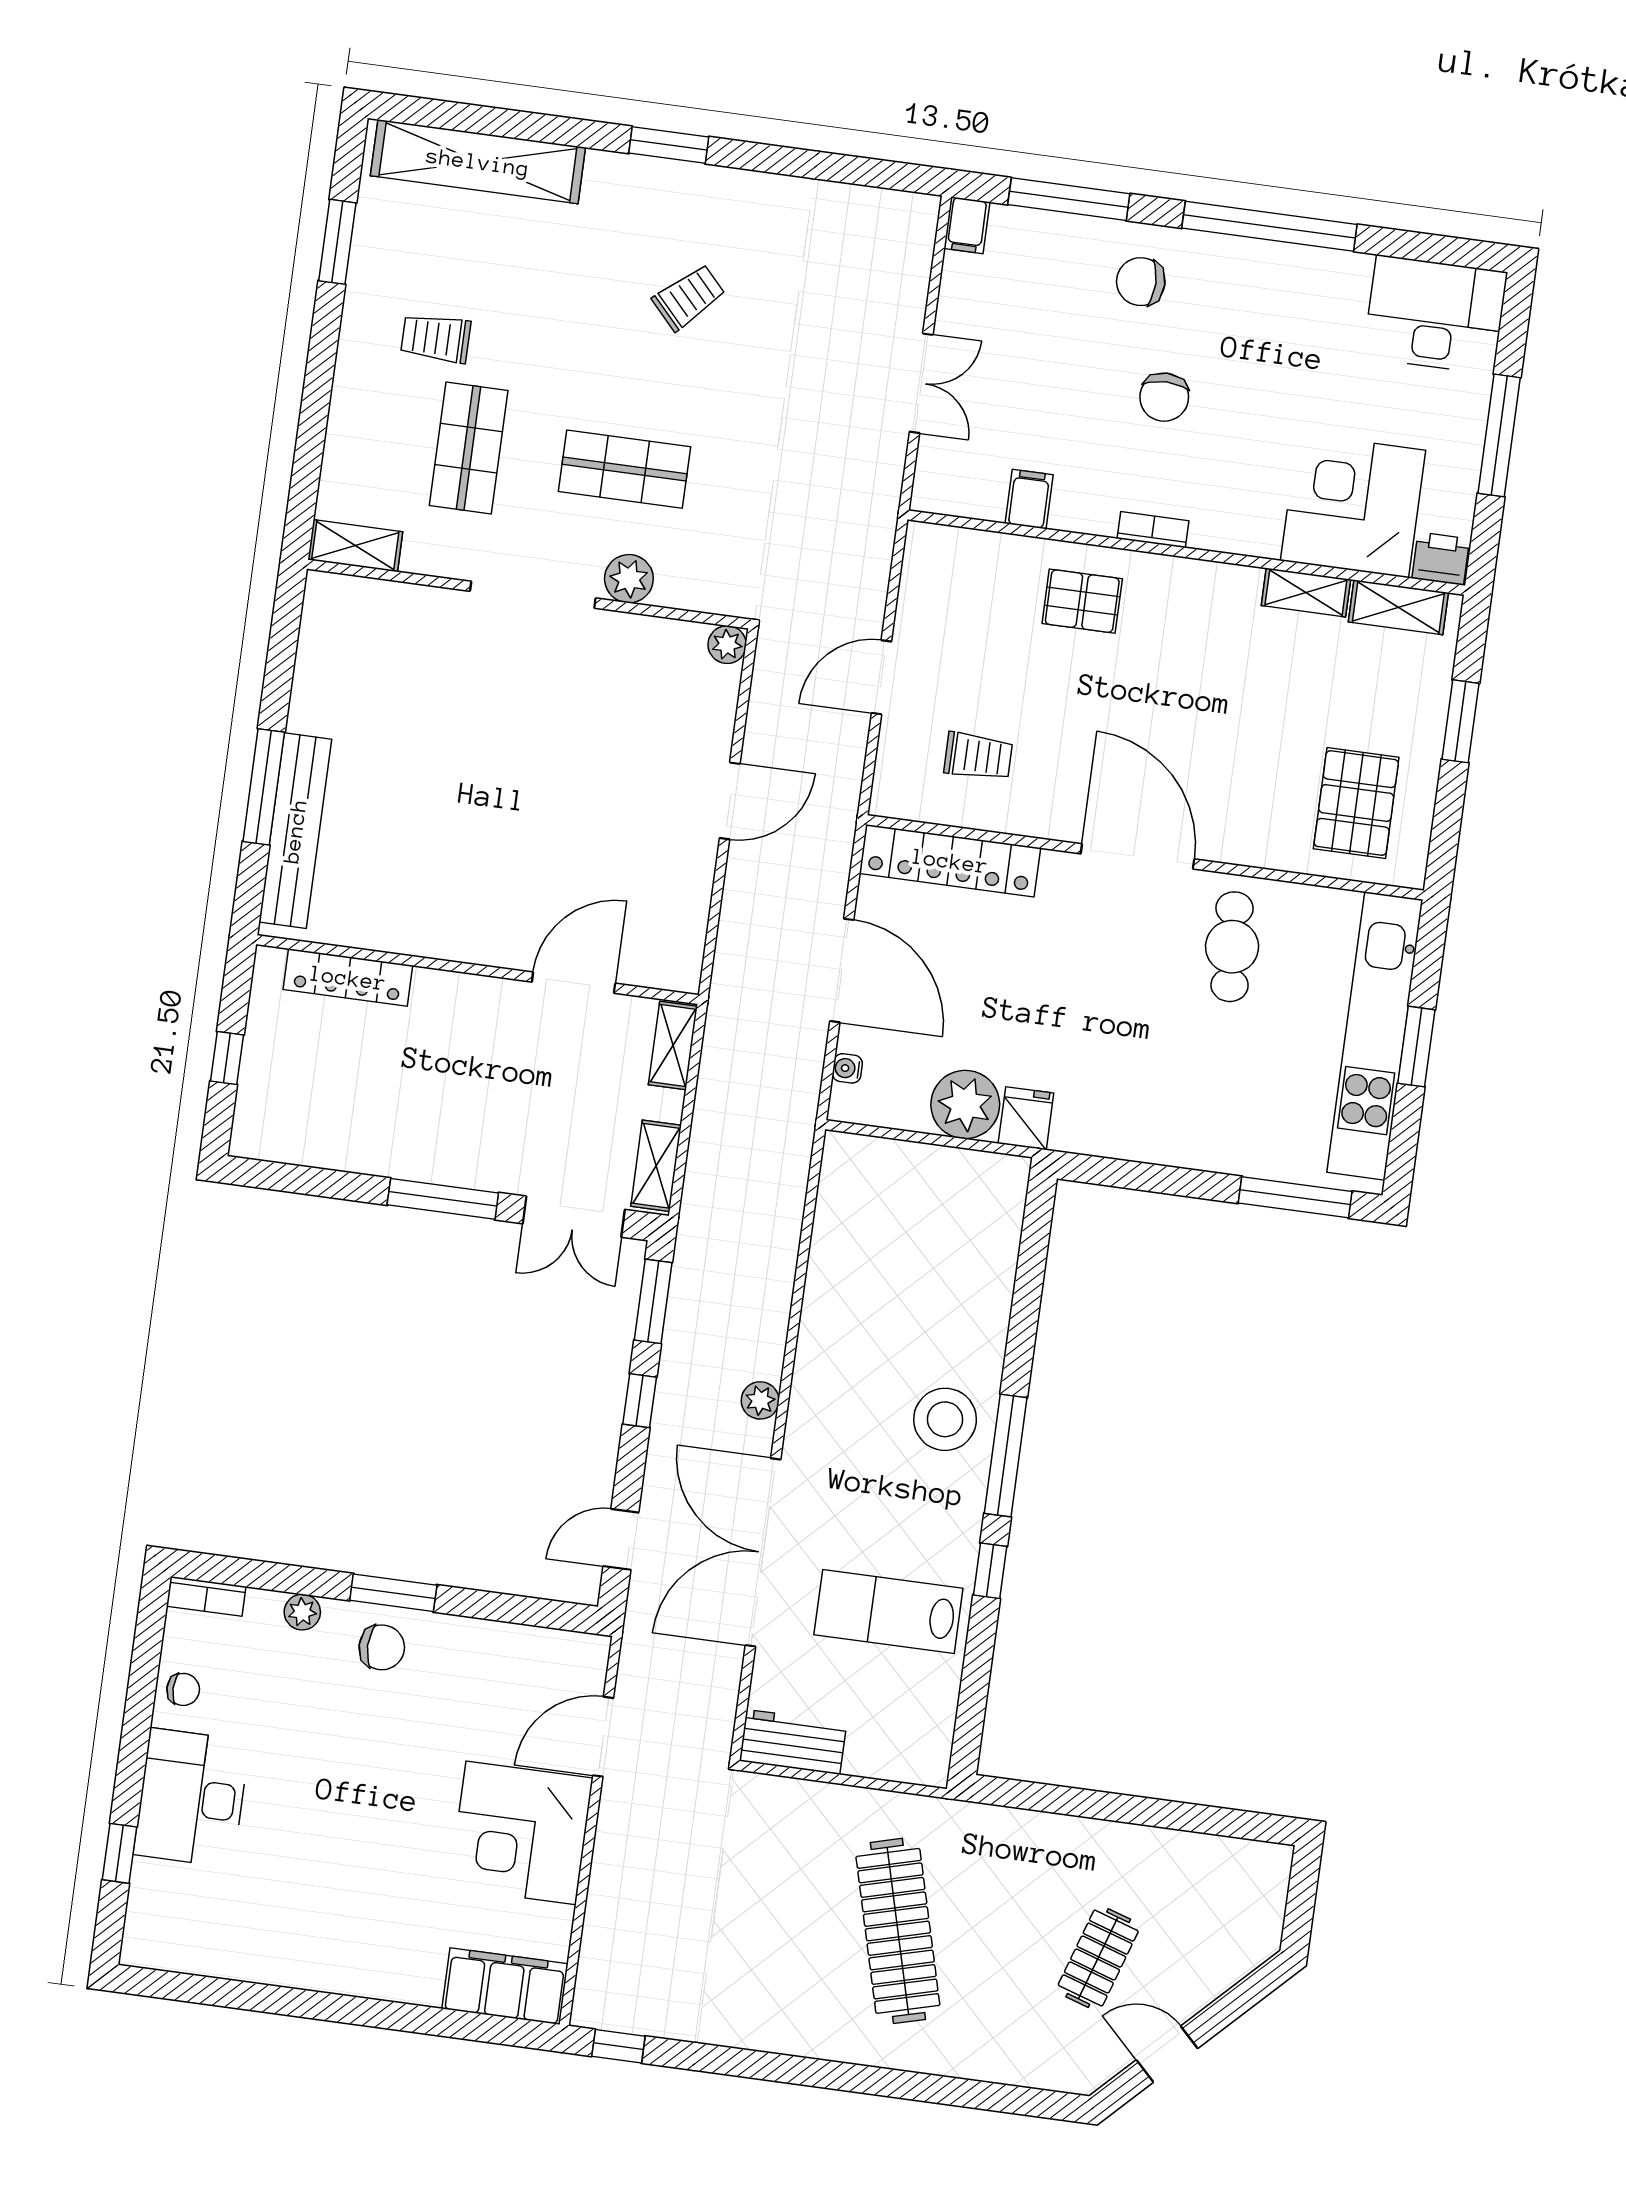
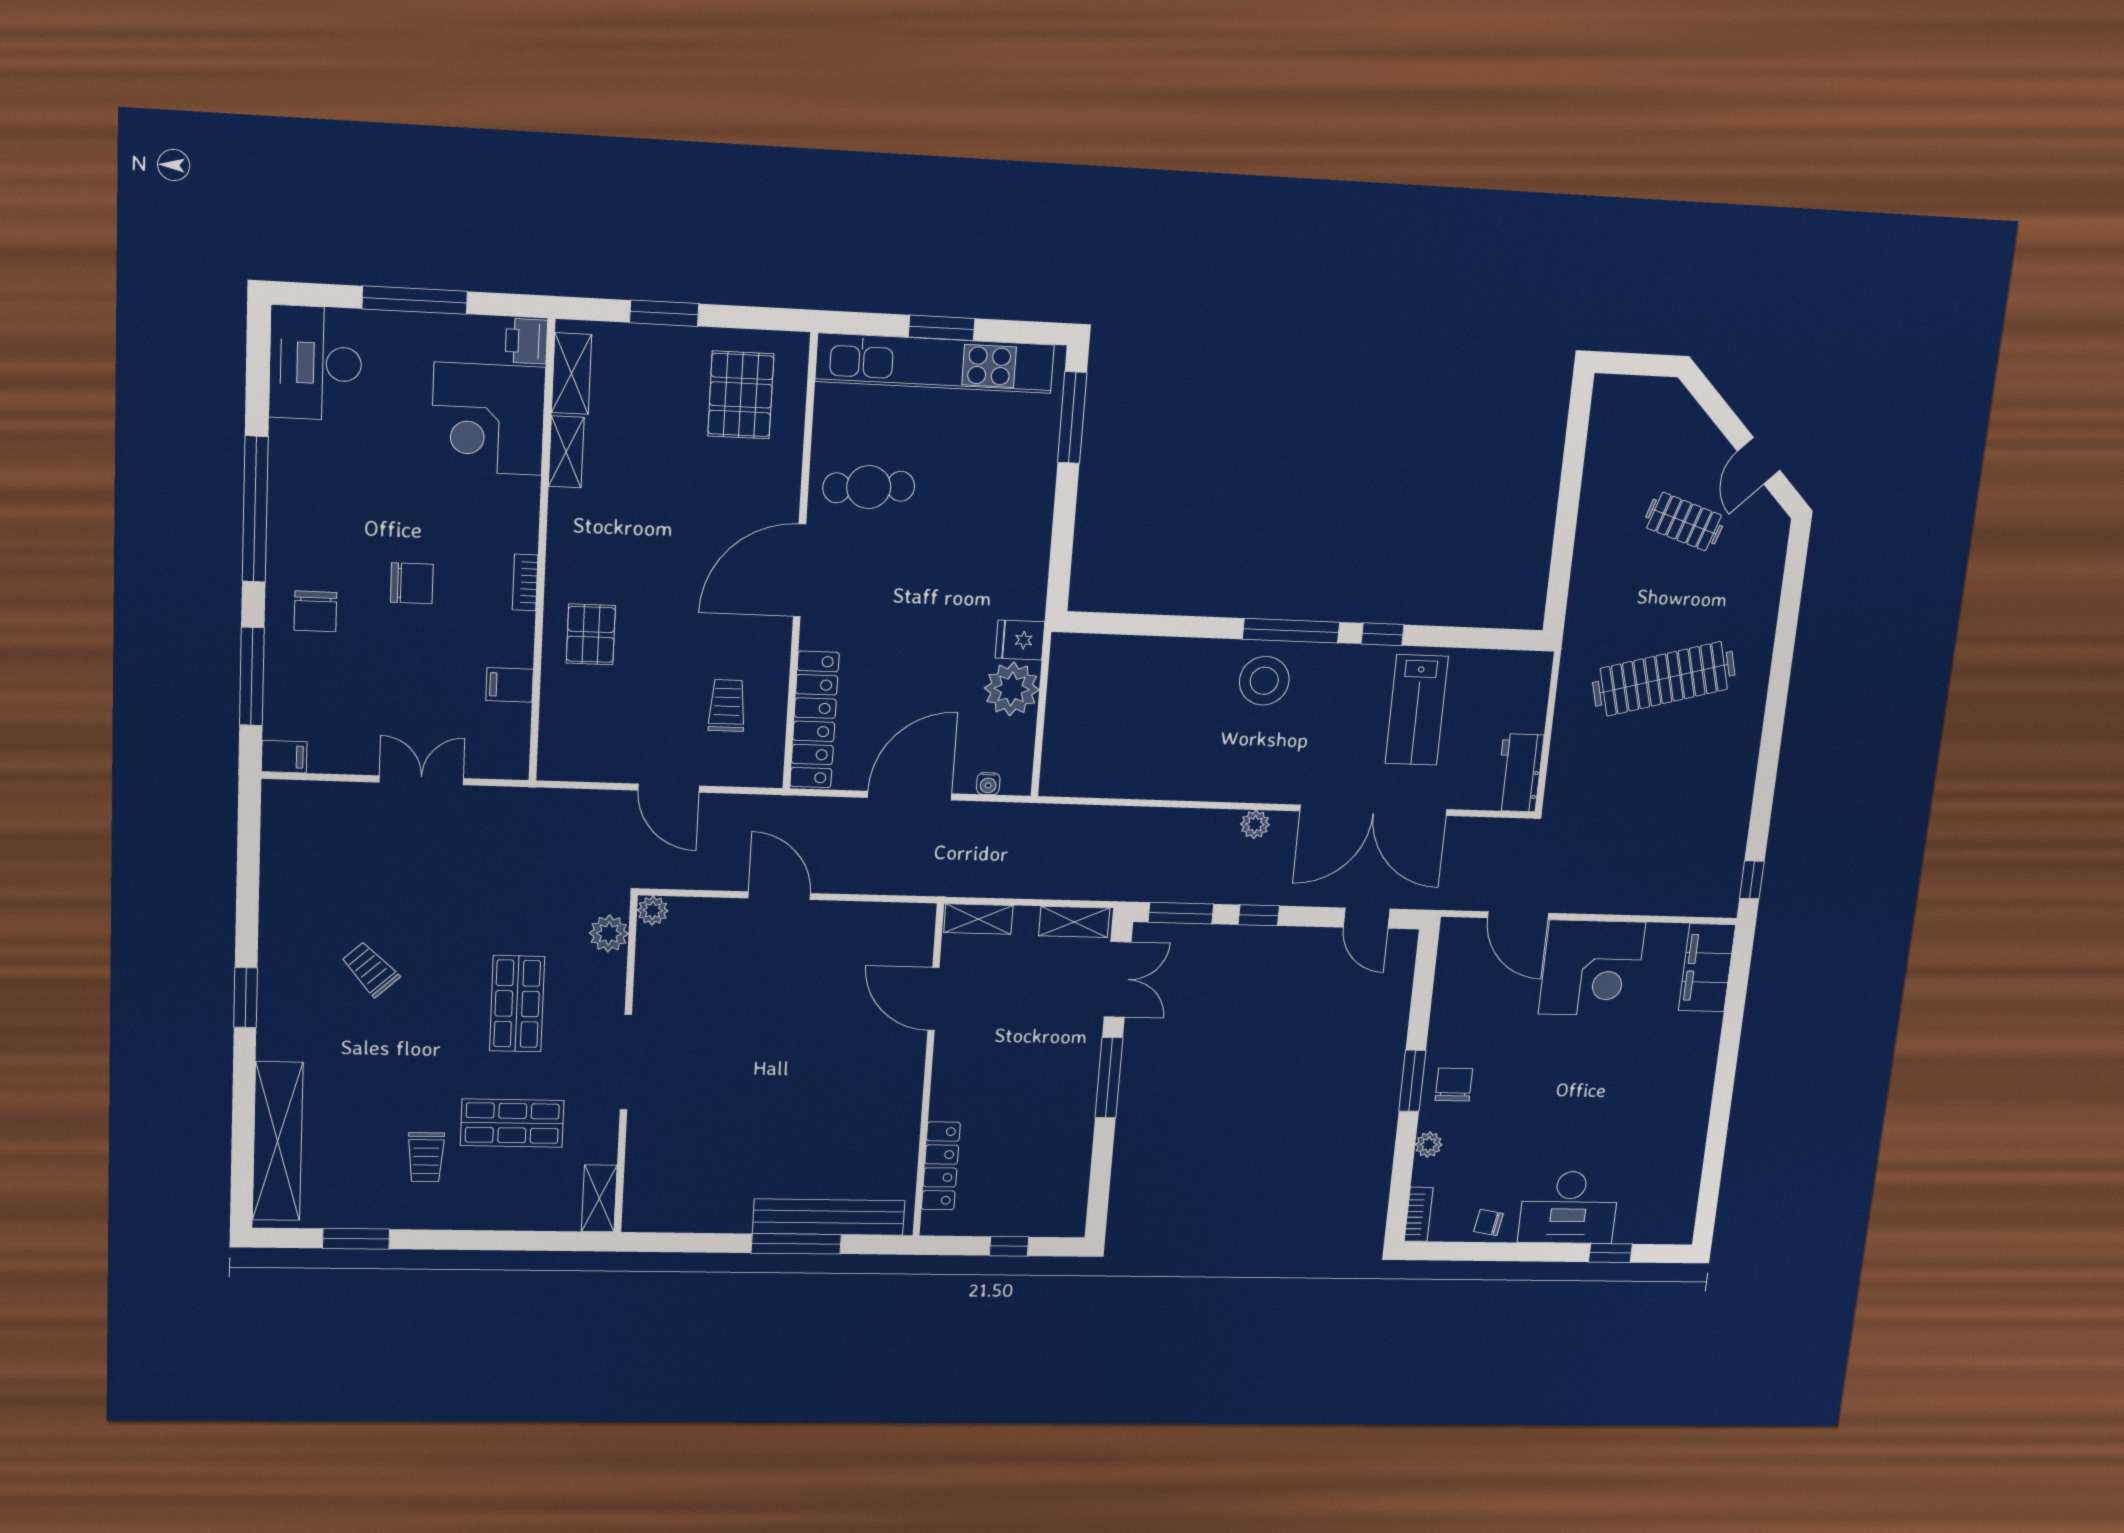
plant: (629, 579) -> (609, 933), moved
pallet: (1356, 803) -> (741, 395), turned 90
chair: (183, 1689) -> (1488, 1222), turned -80

